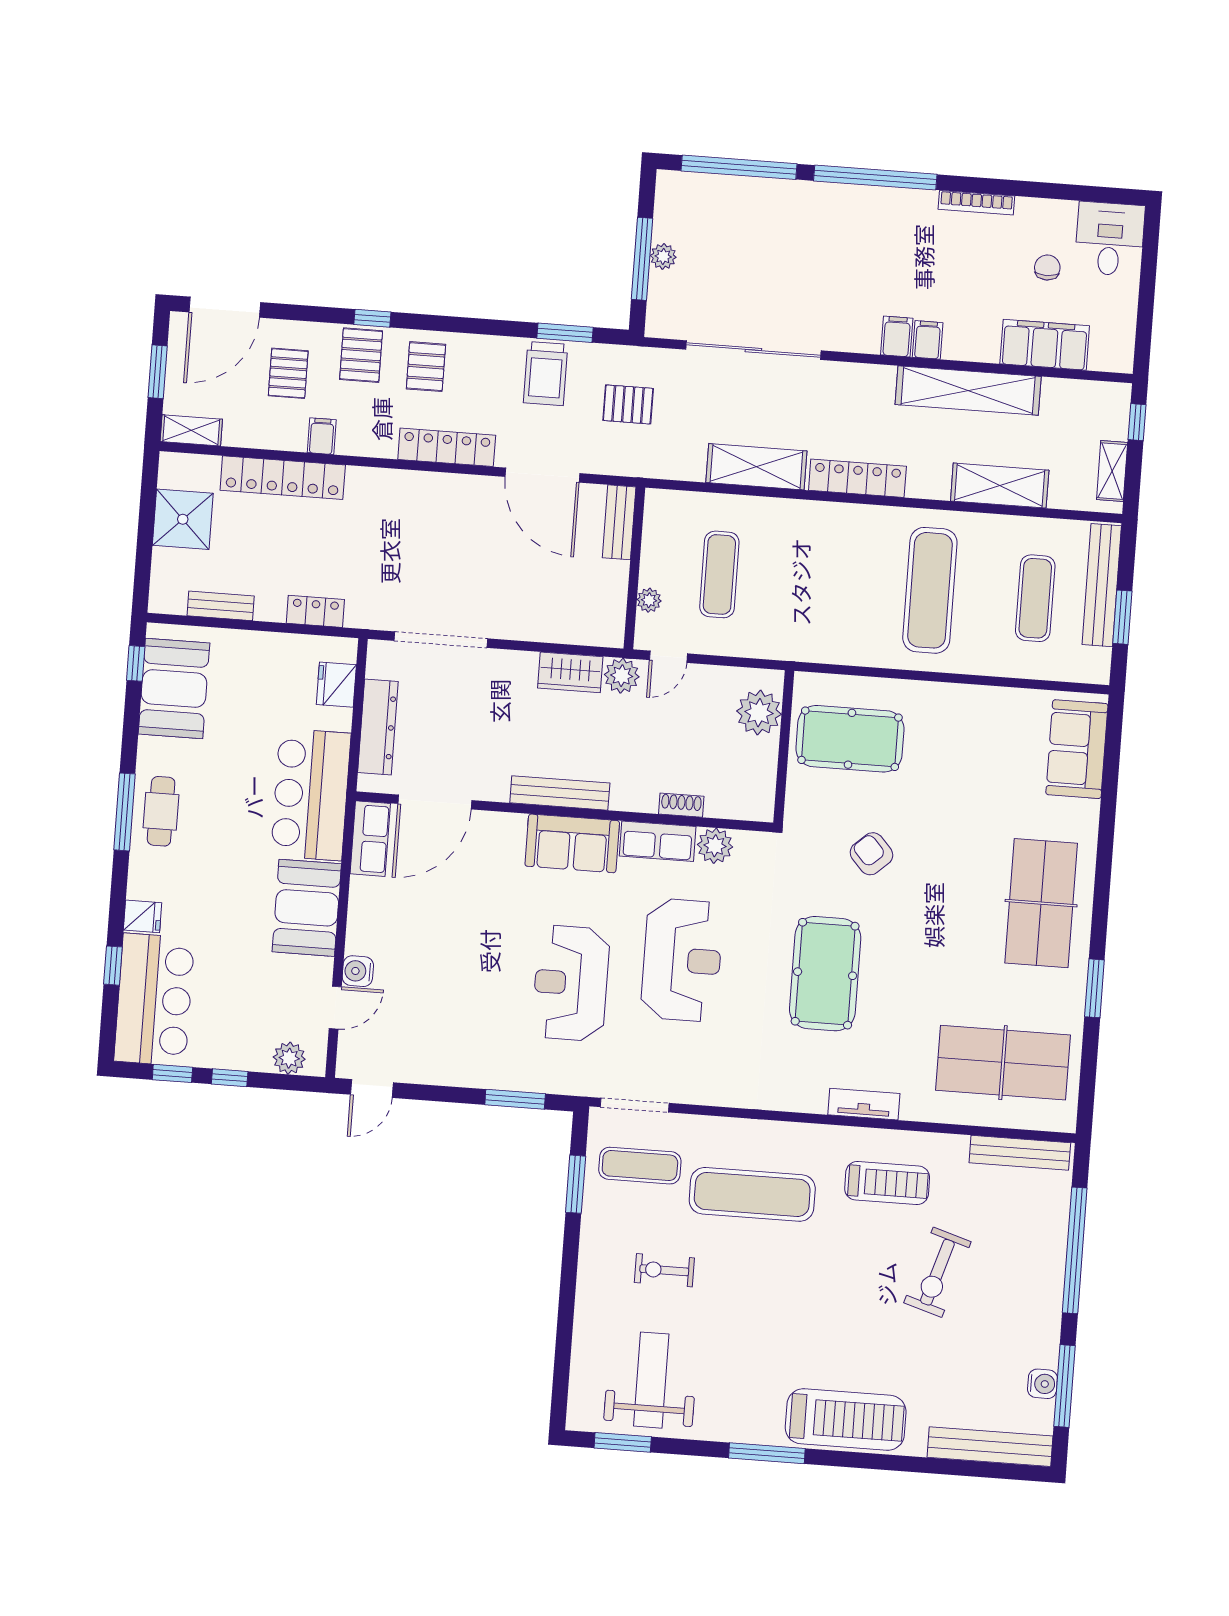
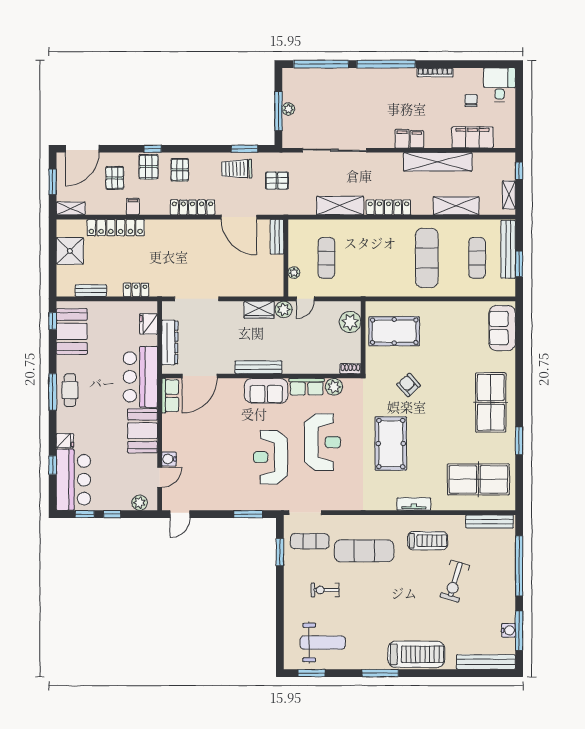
trolley: (546, 374) -> (237, 169), turned 89
shoe rack: (681, 805) -> (350, 369), moved
weight bench: (651, 1380) -> (323, 643), turned 90

